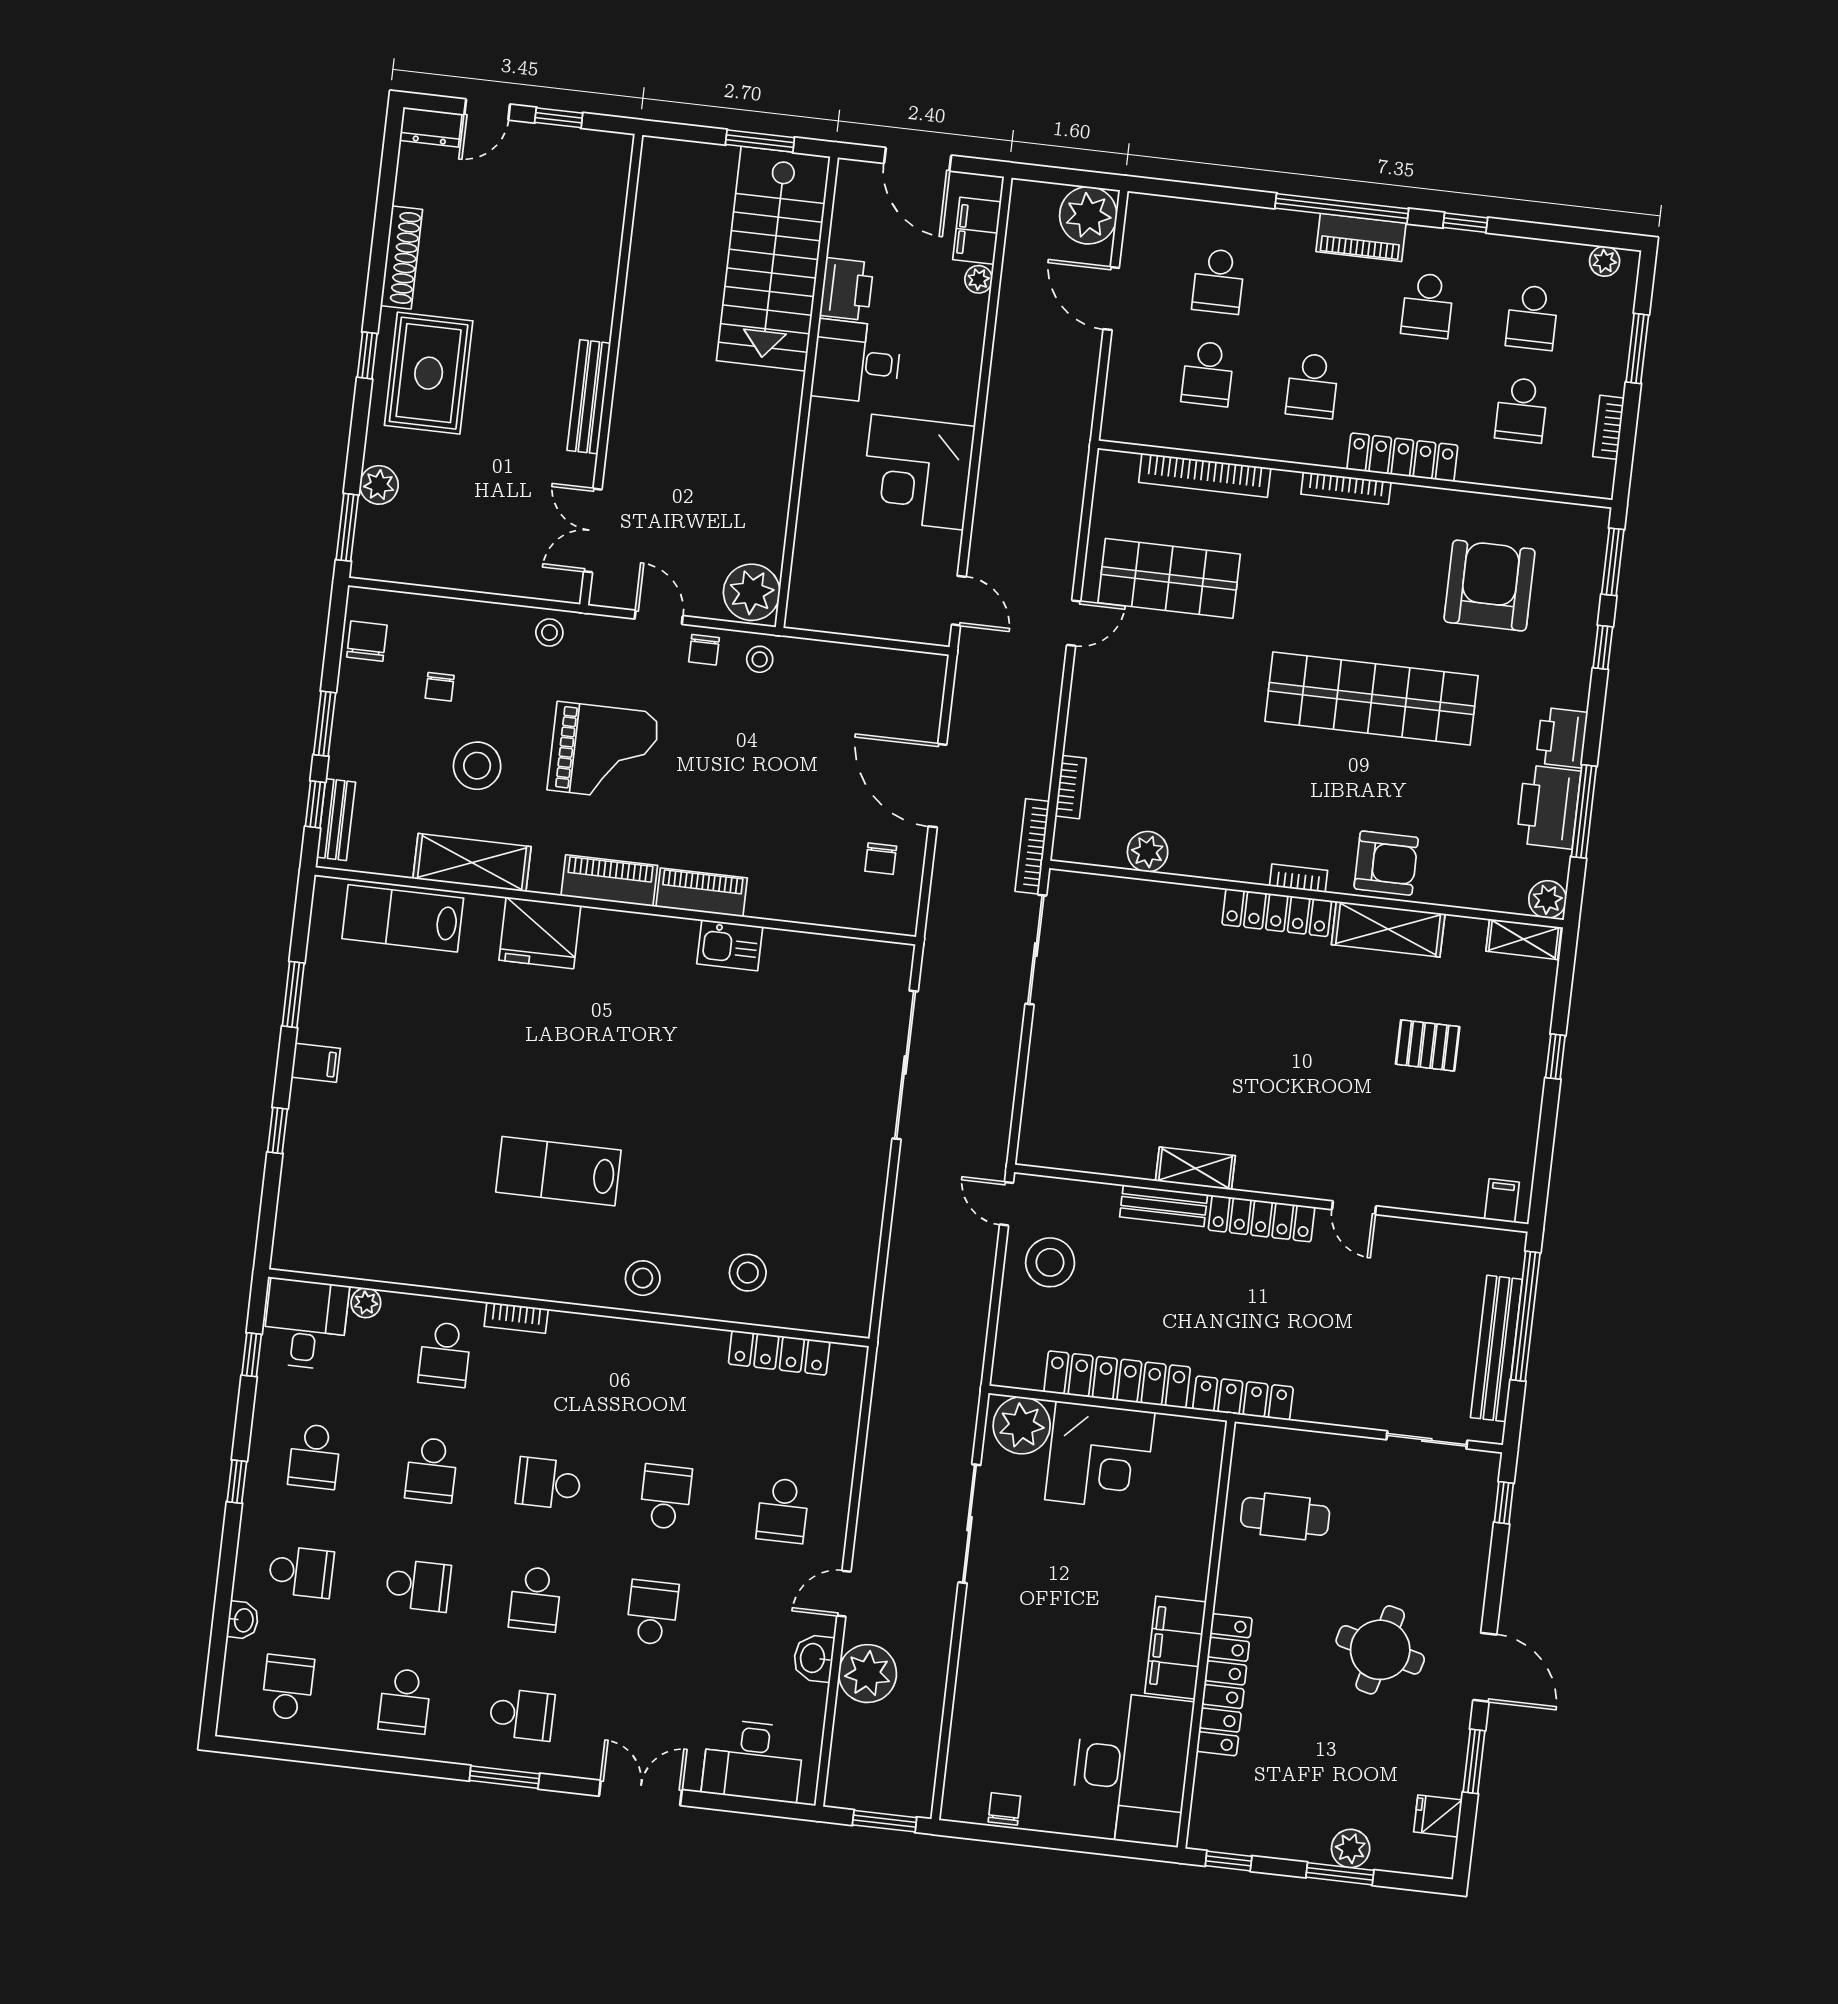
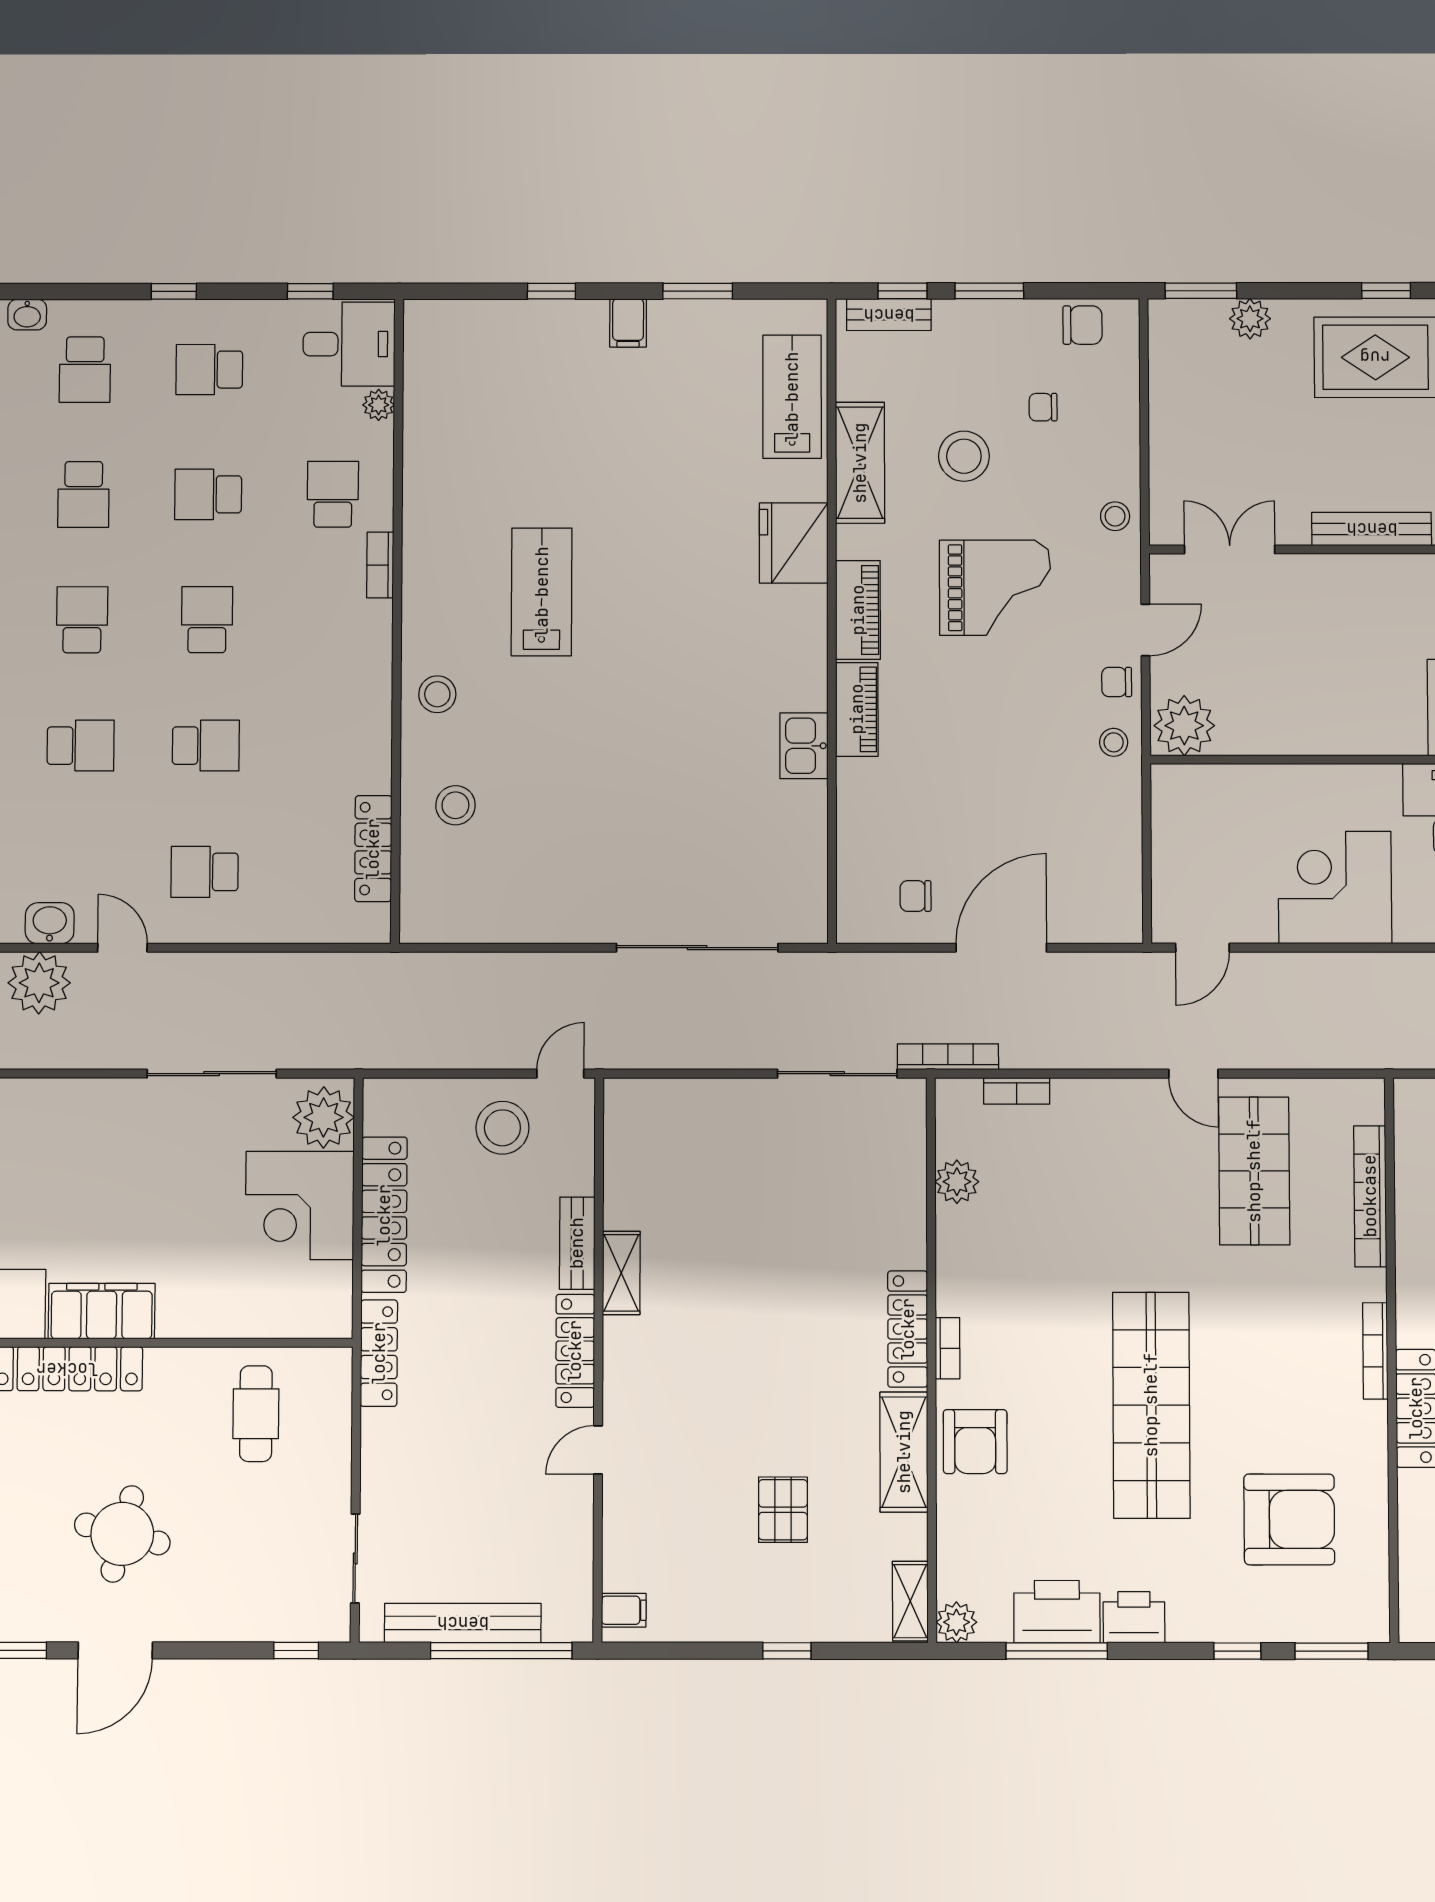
grand piano: (603, 752) -> (995, 588), turned -90
school desk: (445, 1354) -> (333, 494), turned 90
school desk: (535, 1599) -> (82, 620), turned 90

